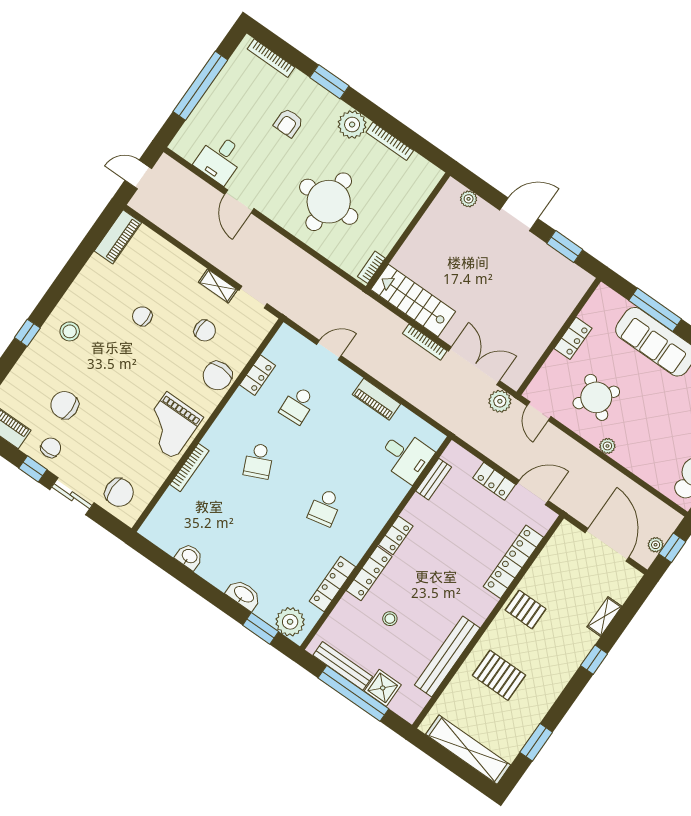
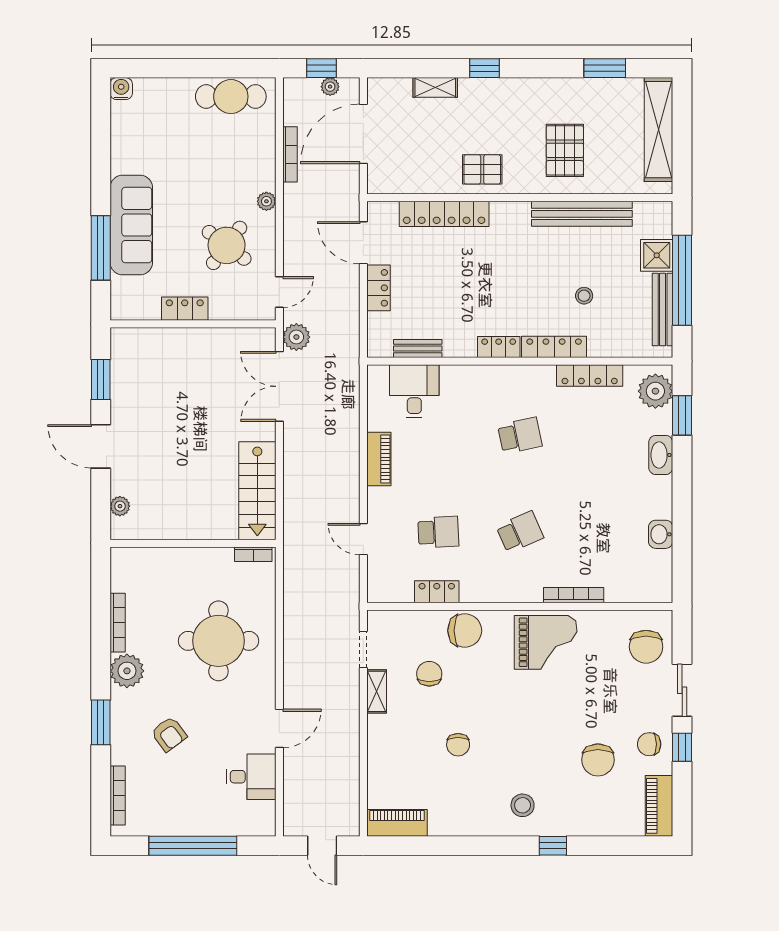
armchair: (288, 123) -> (169, 734), turned 53
bookcase: (425, 342) -> (290, 154), moved
chair: (119, 492) -> (646, 647), turned 180
pallet: (526, 609) -> (482, 169), turned 90

